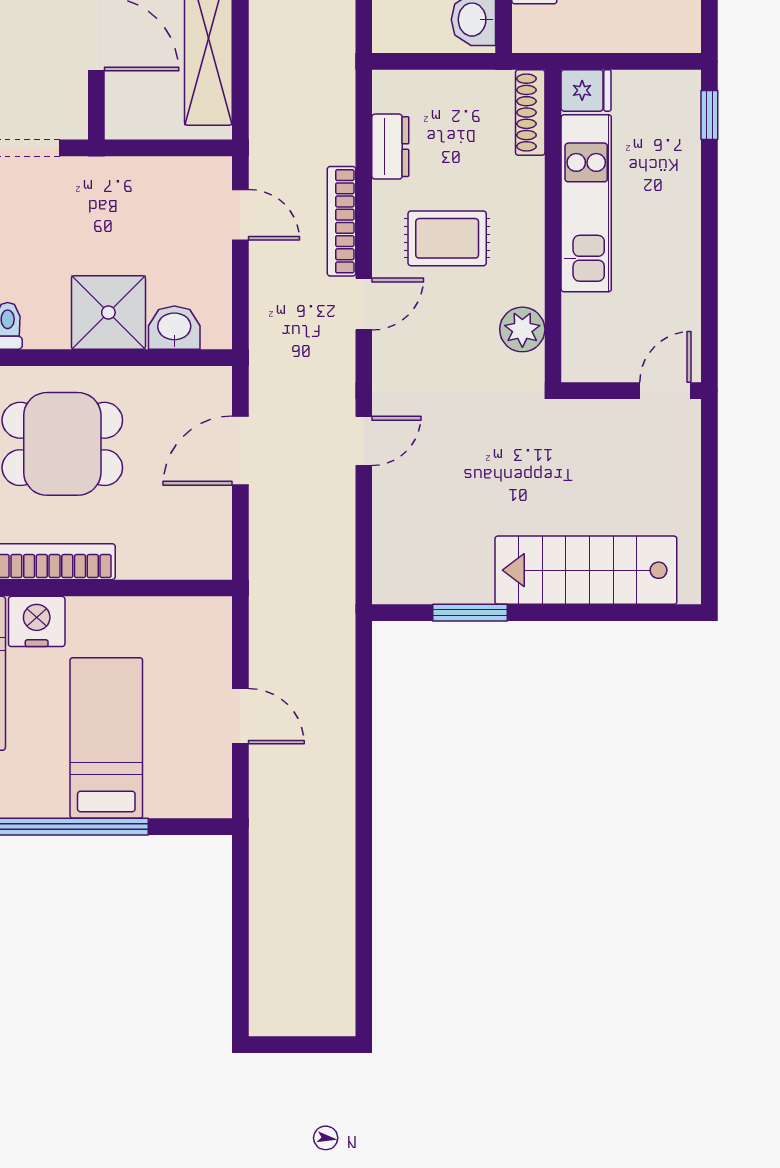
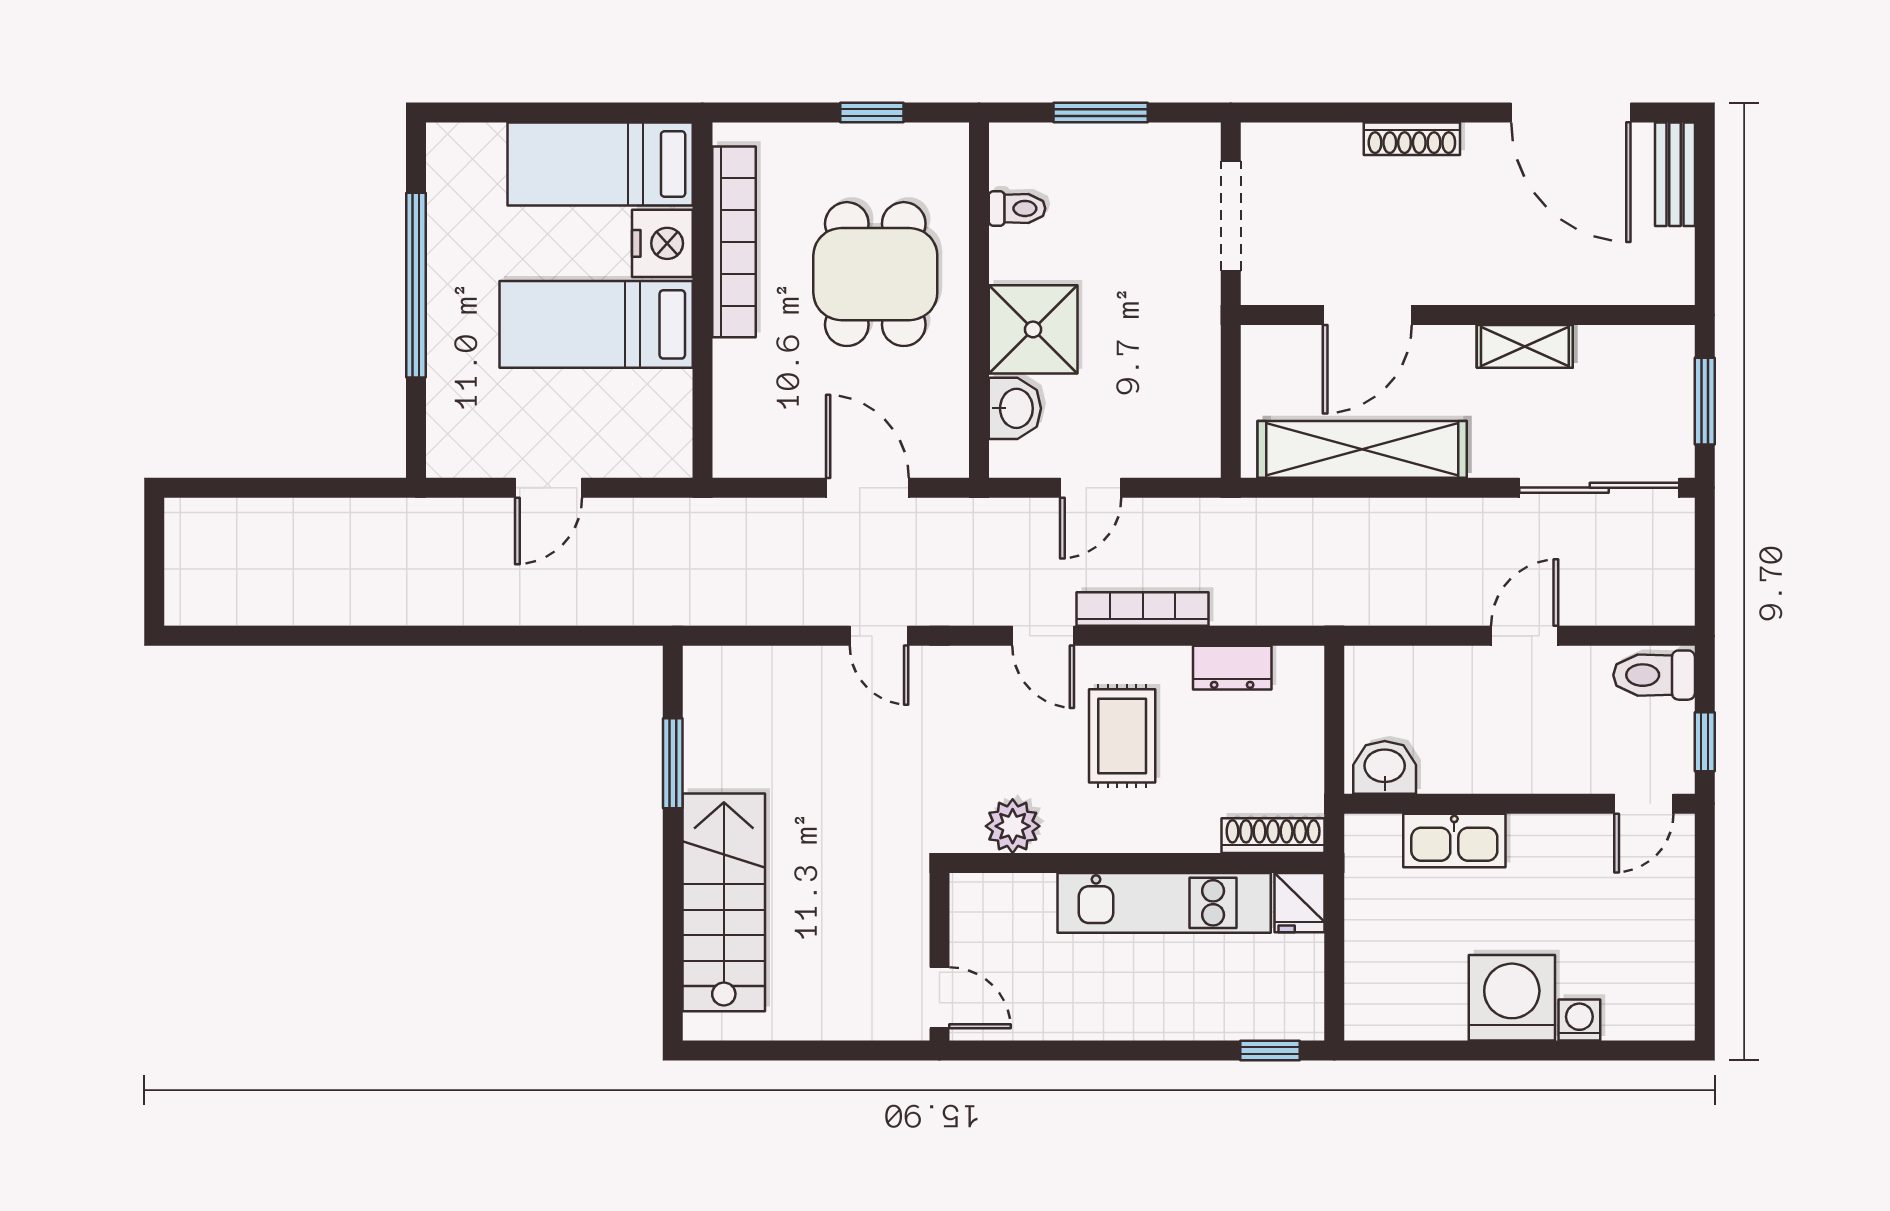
door: (240, 215) -> (1091, 488), moved
bed: (106, 738) -> (596, 324), moved, turned 180

